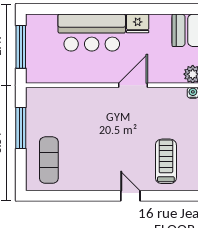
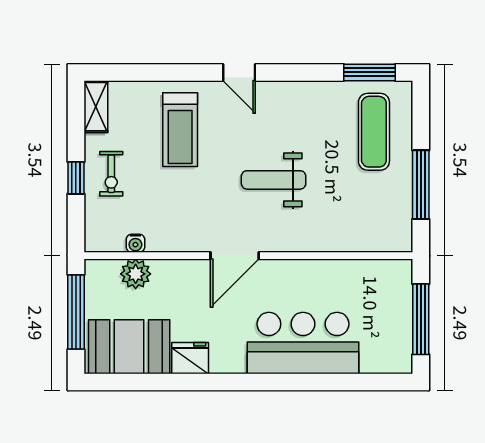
fridge: (138, 23) -> (190, 358), moved
weight bench: (110, 131) -> (274, 180), added
window: (52, 196) -> (369, 72), added

